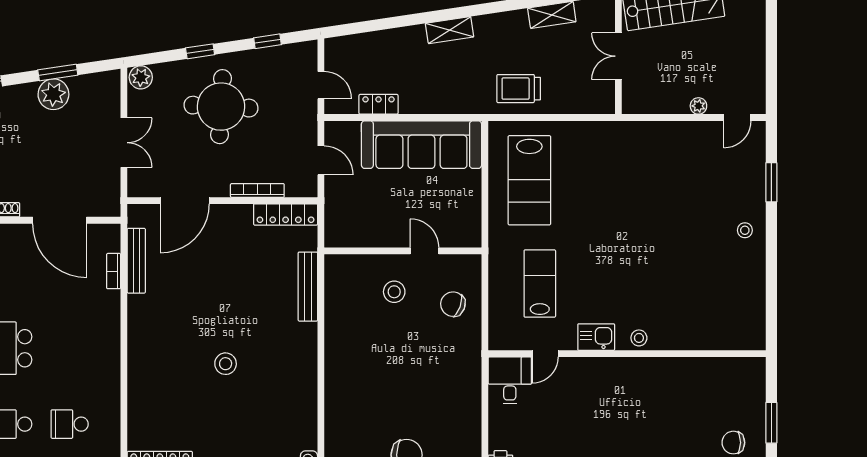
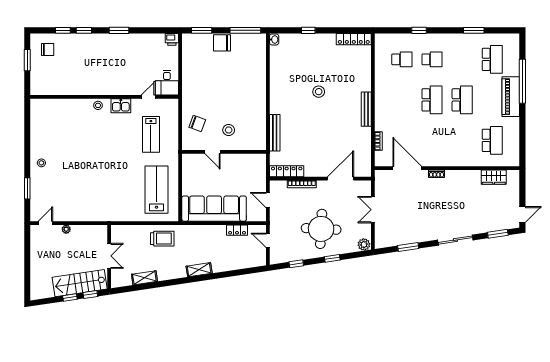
plant: (53, 94) -> (411, 235), removed
bench: (136, 261) -> (366, 109), moved

